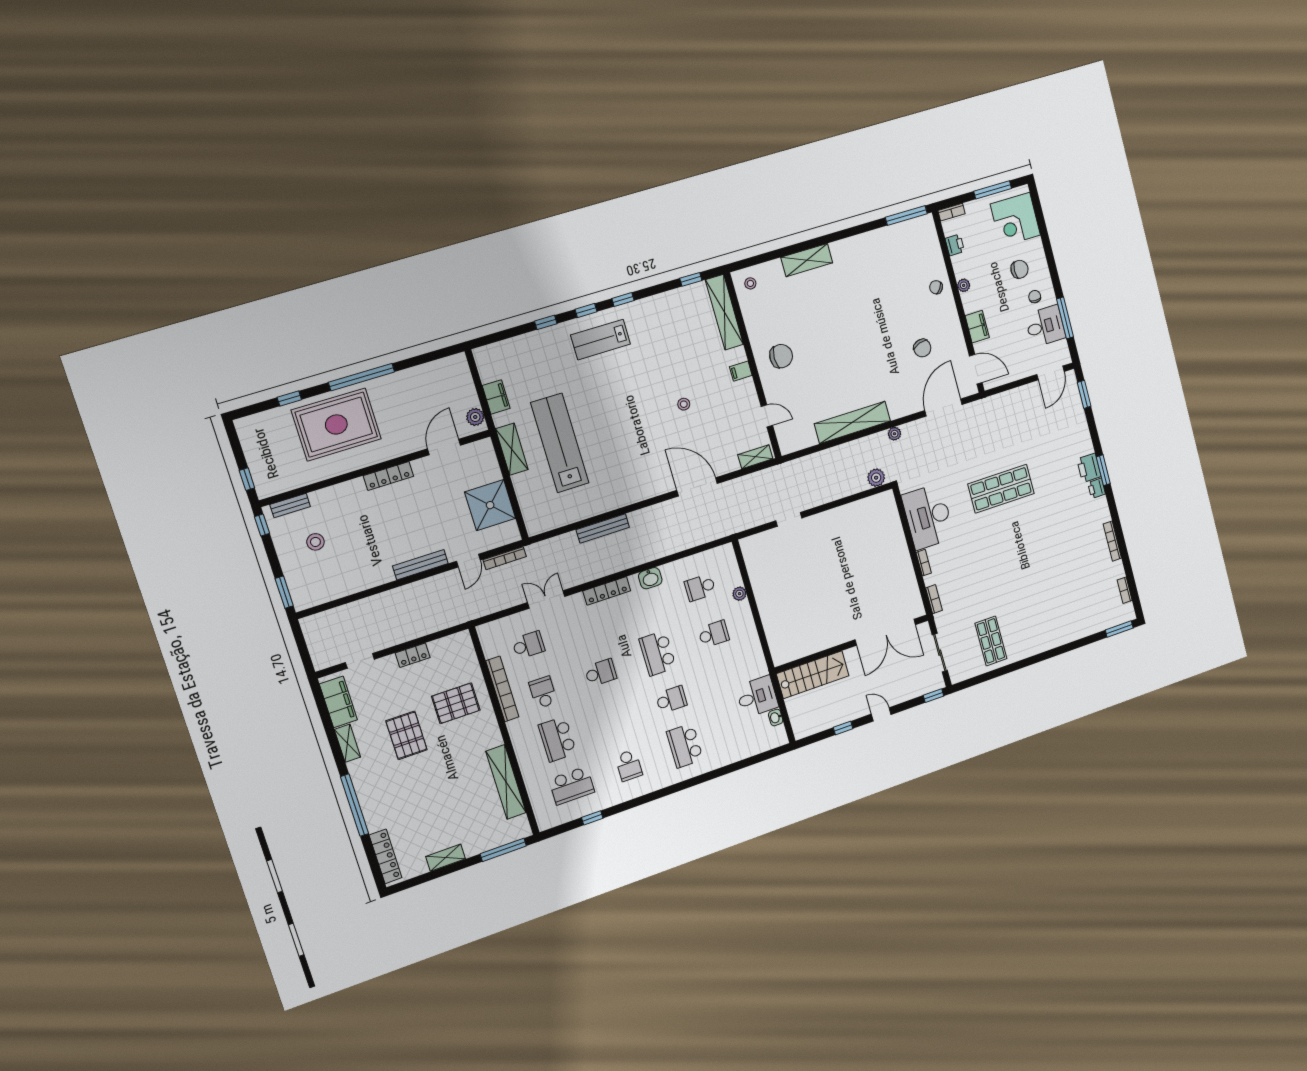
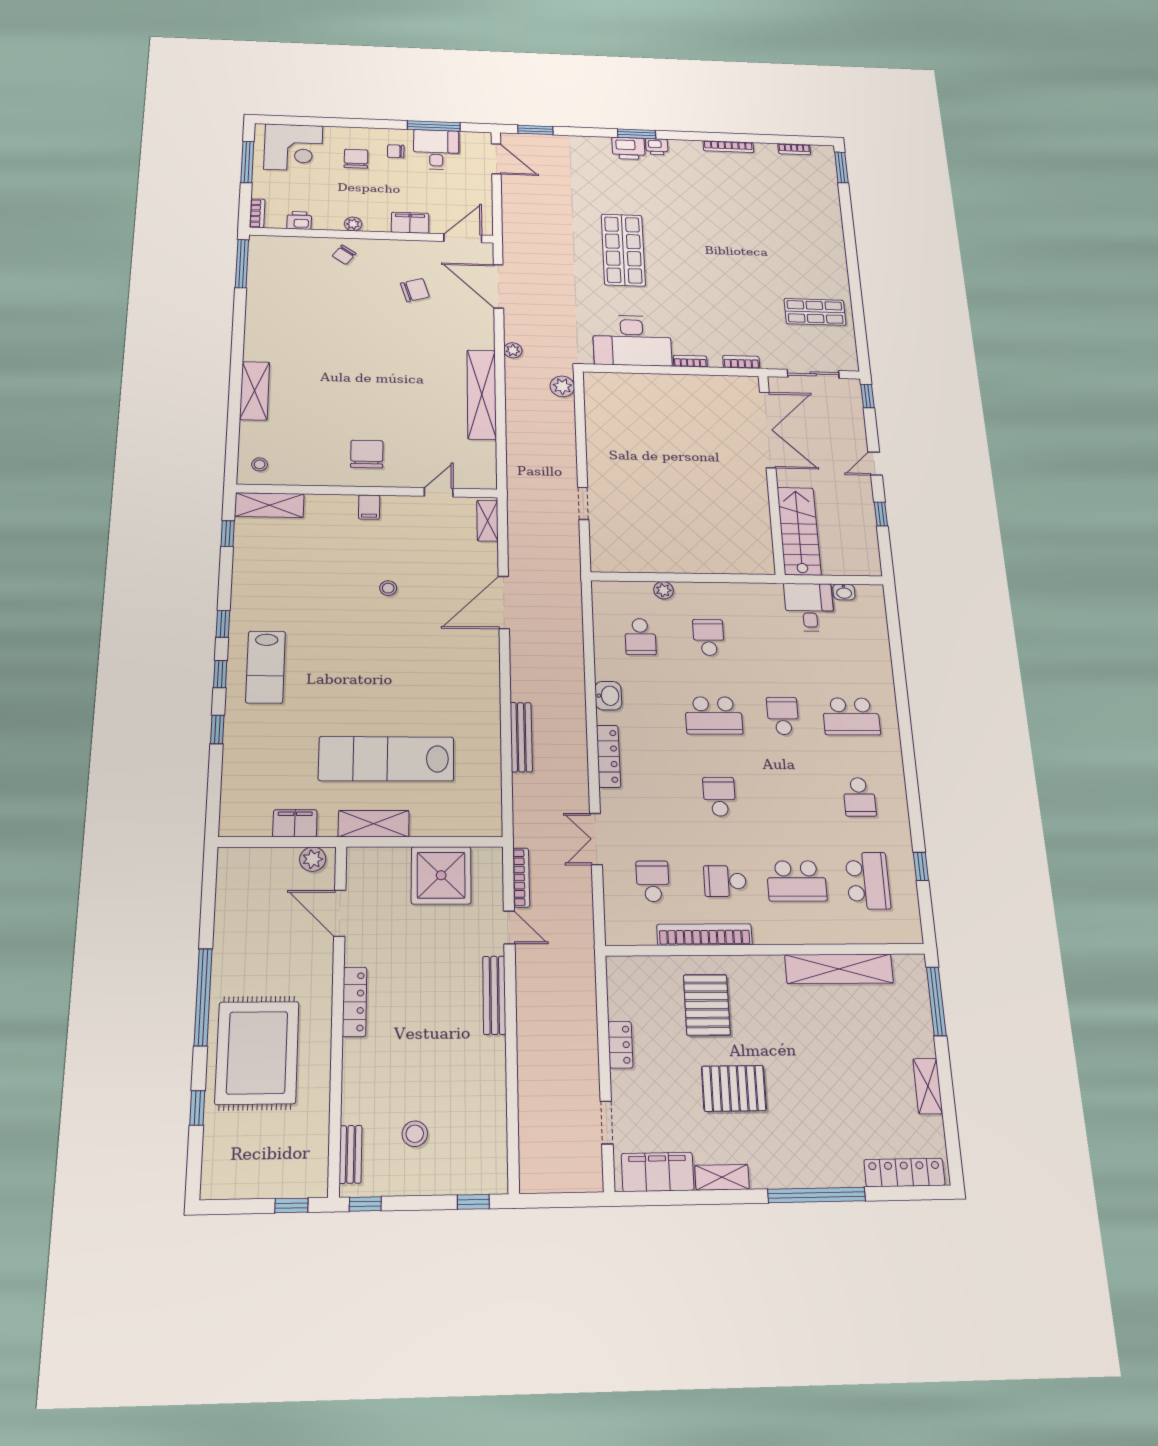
shelving: (724, 312) -> (269, 505), width x0.68
window: (284, 592) -> (473, 1202), width x0.67
school desk: (629, 765) -> (859, 797), turned 90

